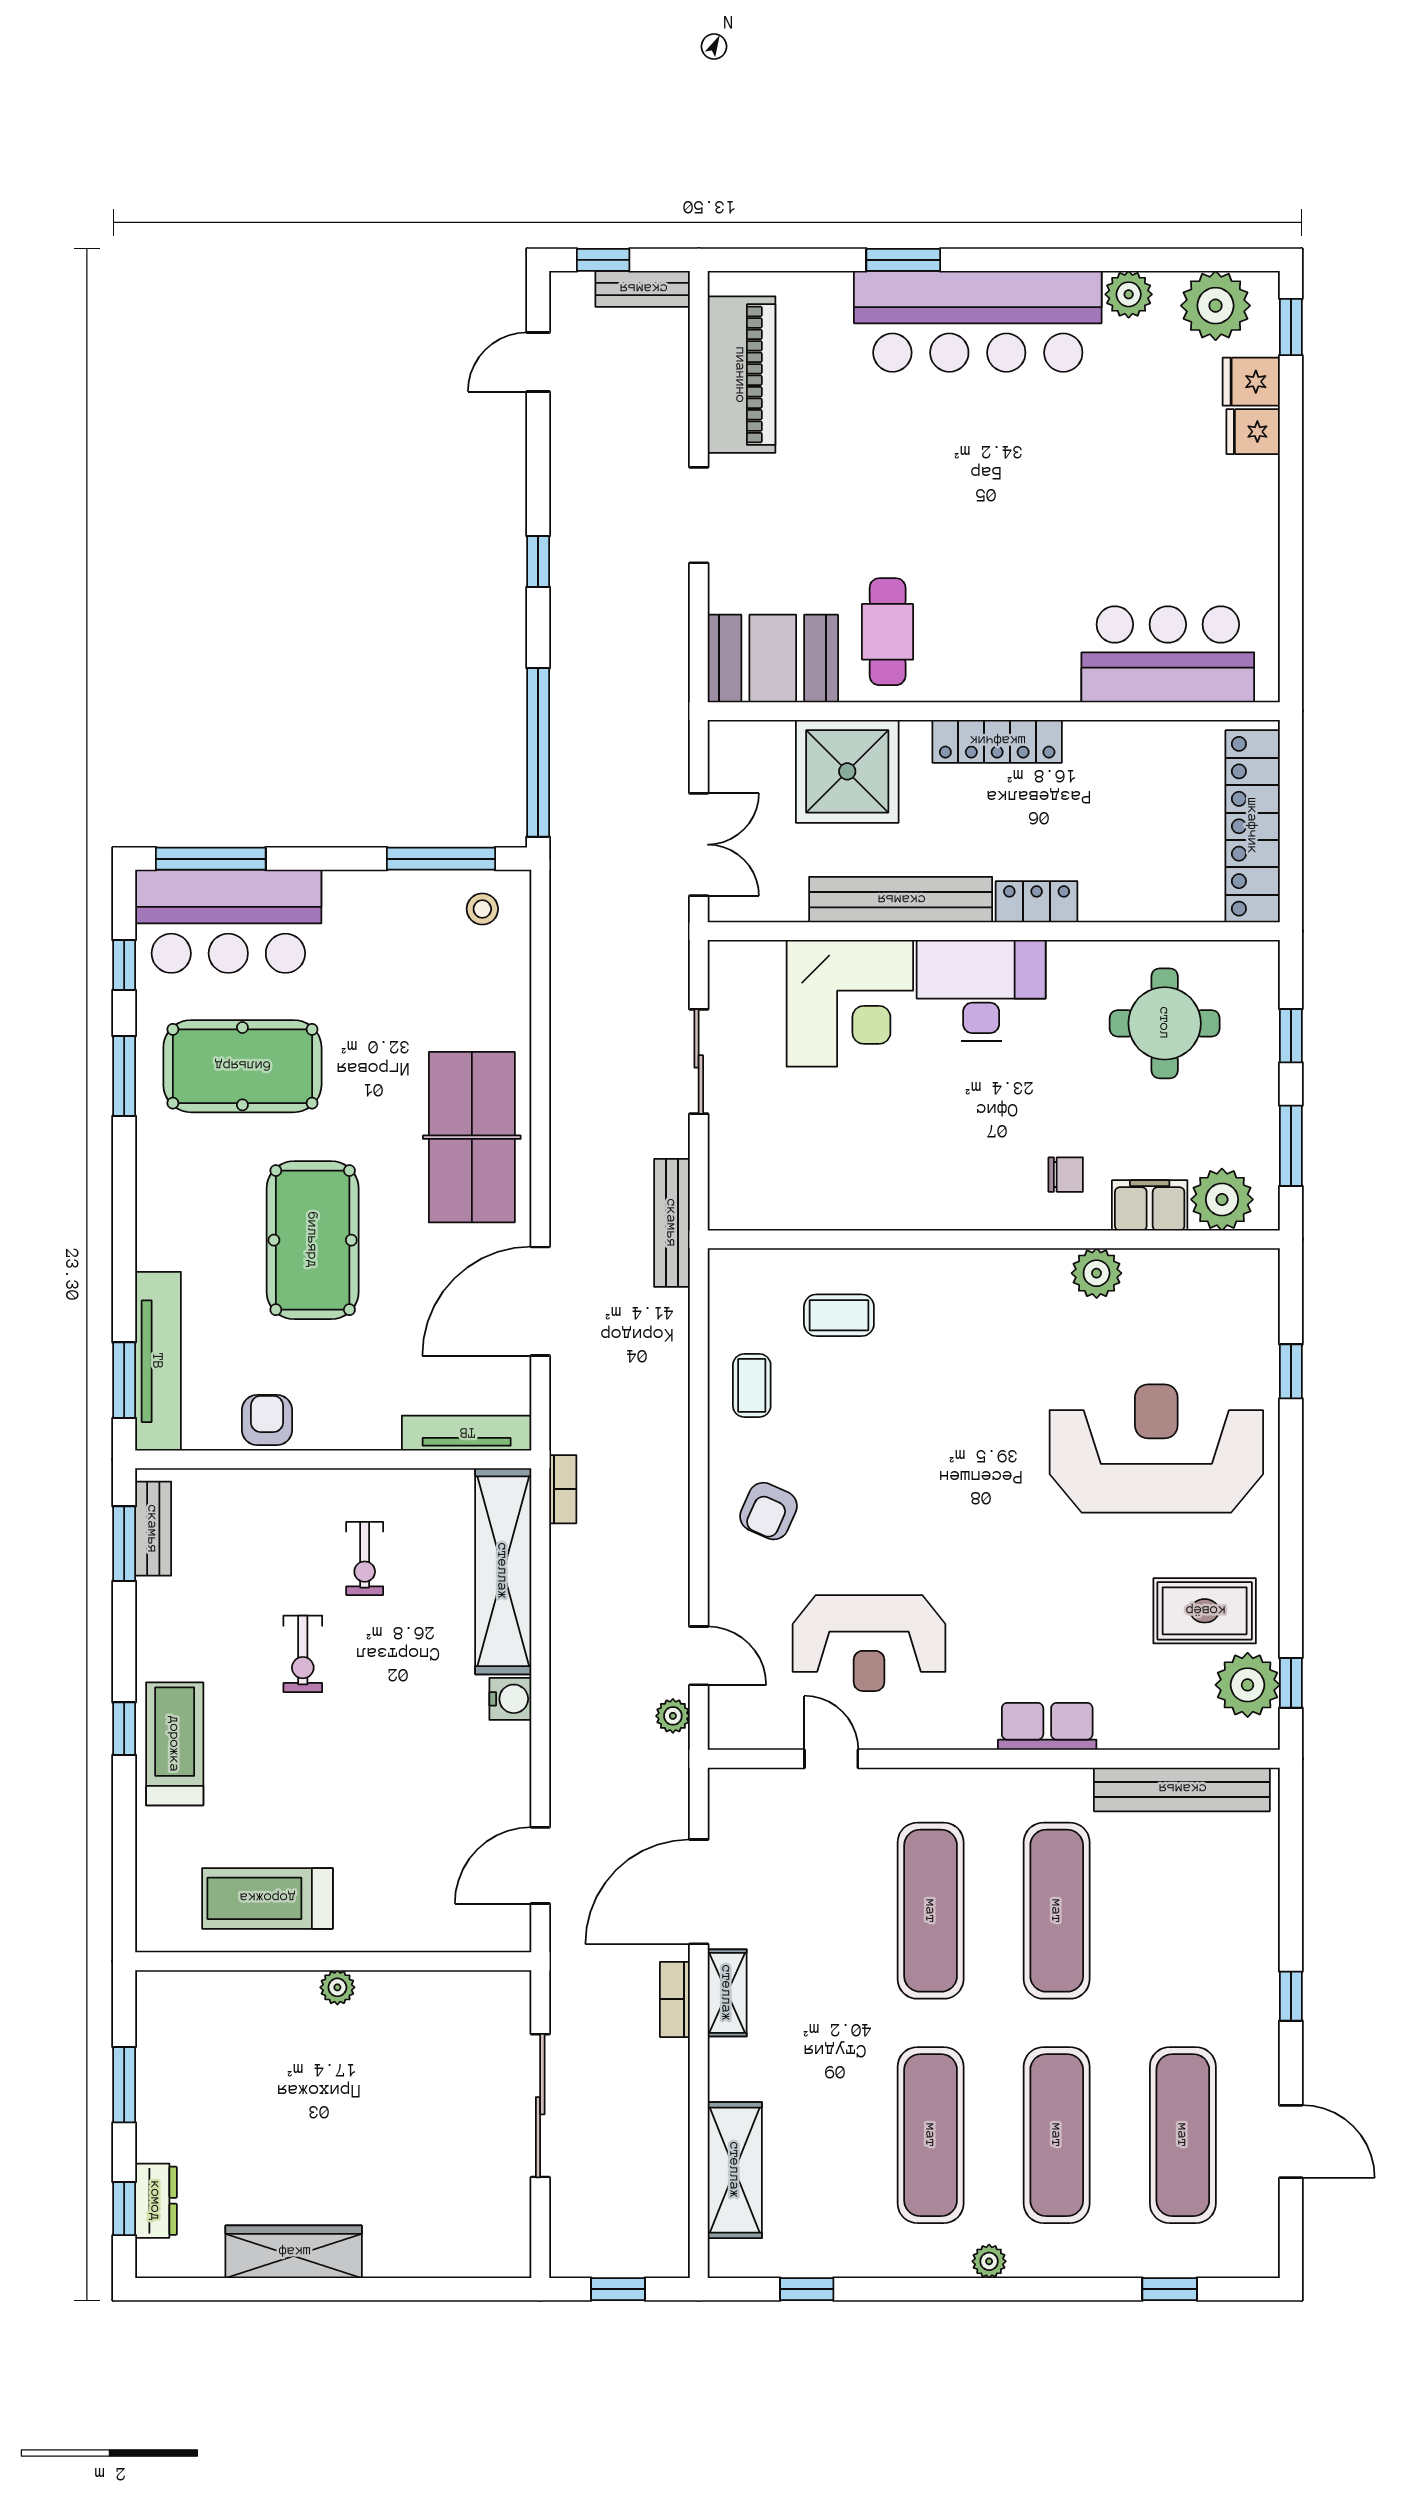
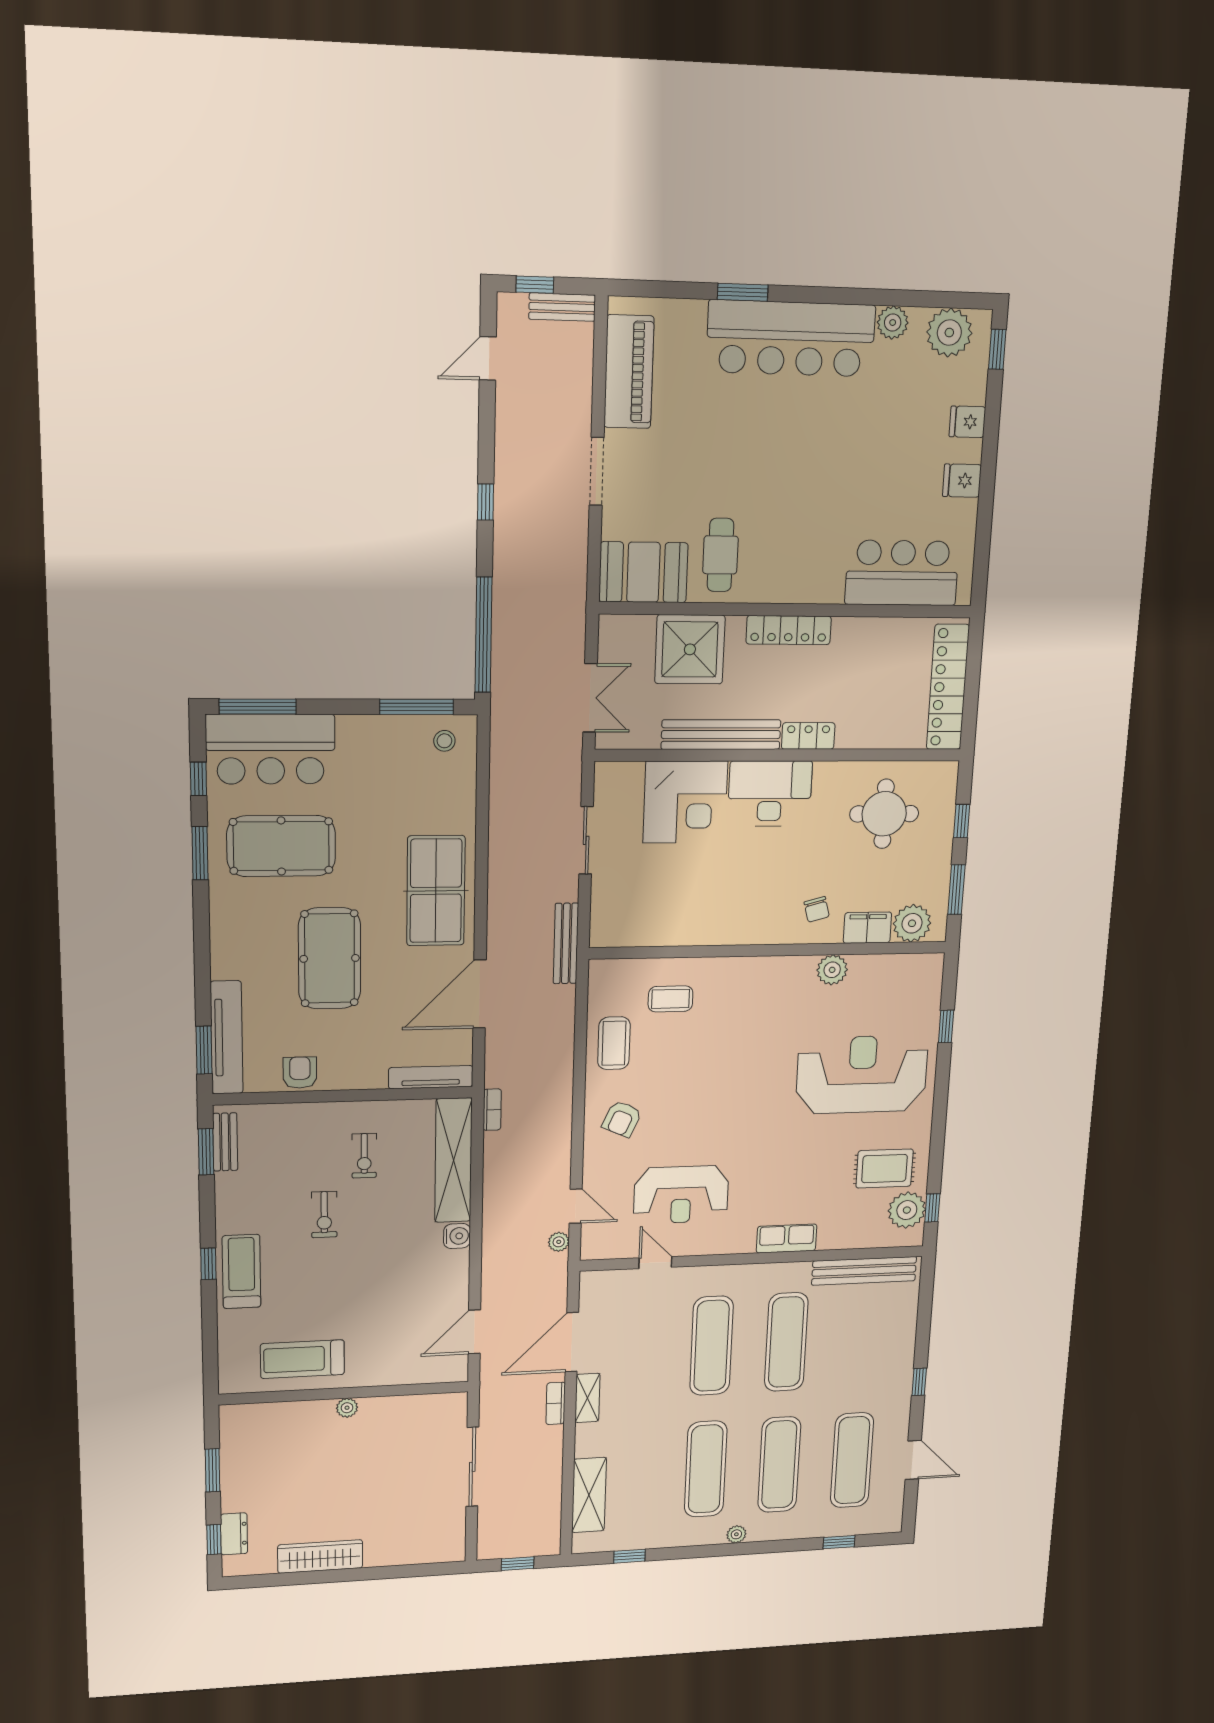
fridge: (1251, 382) -> (962, 481), moved
chair: (1066, 1175) -> (817, 909), turned 75
coffee table: (752, 1385) -> (614, 1043), width x1.36, depth x1.30

